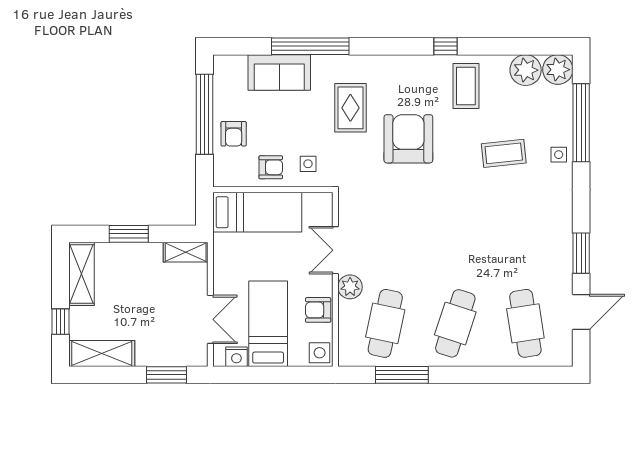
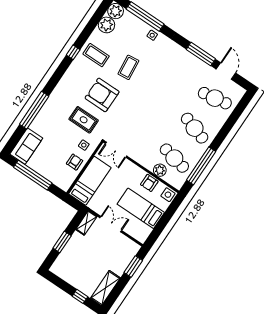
sofa: (279, 73) -> (26, 146), moved
rug: (350, 108) -> (84, 120), moved
armchair: (234, 134) -> (49, 168), removed
coffee table: (504, 153) -> (128, 67), moved
double door: (335, 250) -> (116, 150), moved
window: (581, 253) -> (201, 54), width x1.44
shelving: (82, 274) -> (66, 274), removed
plant: (350, 287) -> (160, 170), moved
double door: (210, 319) -> (111, 224), moved
nightstand: (236, 357) -> (146, 231), removed
window: (402, 375) -> (201, 166), width x1.46

